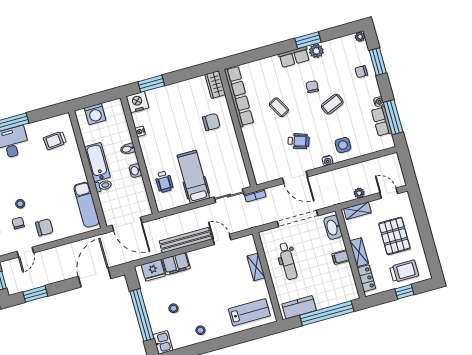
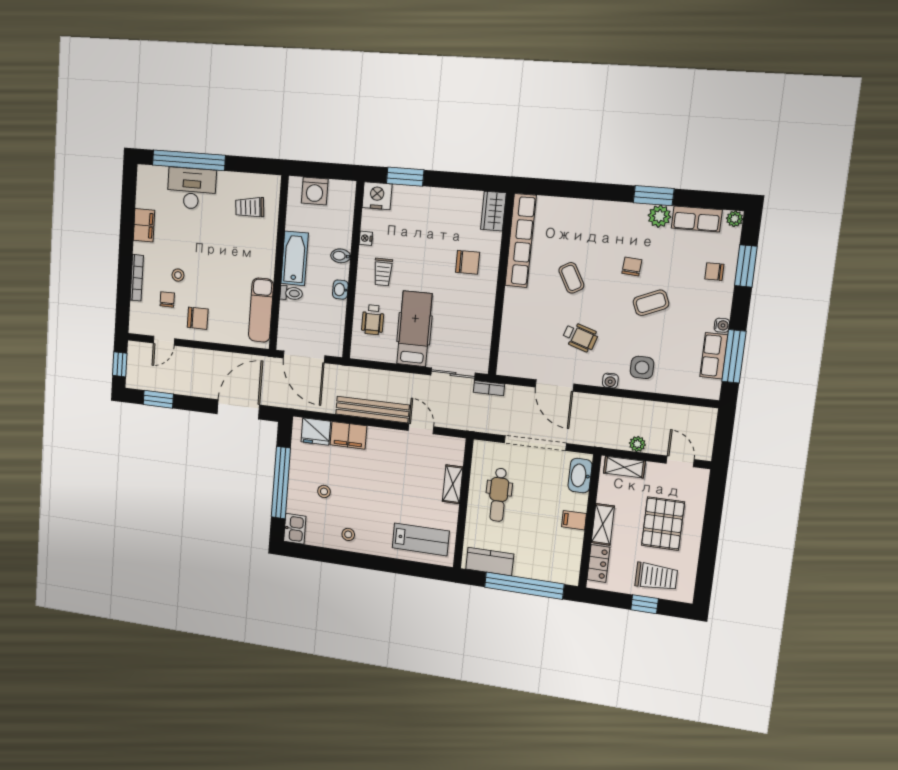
row of seats: (294, 57) -> (697, 219), moved
trolley: (159, 149) -> (383, 272), added

